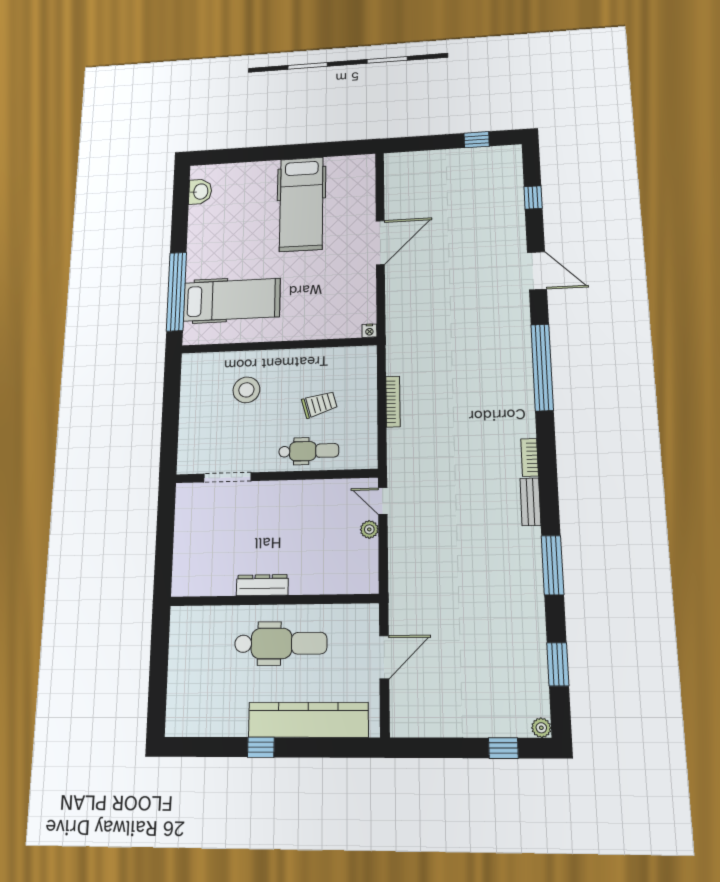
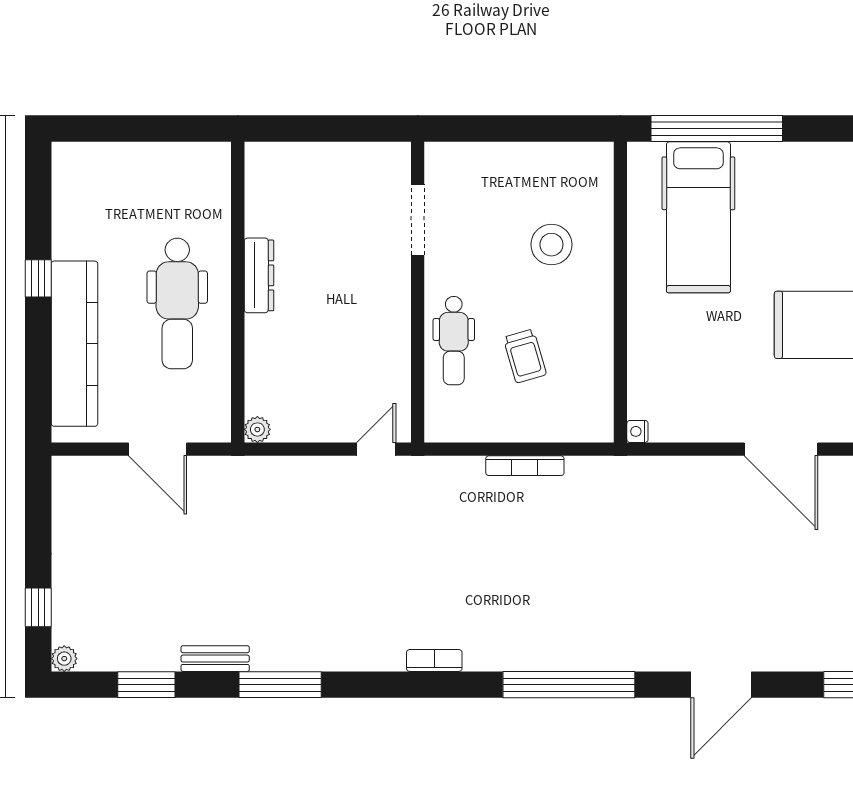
bench: (530, 502) -> (215, 659), moved
plant: (369, 529) -> (257, 429), moved

